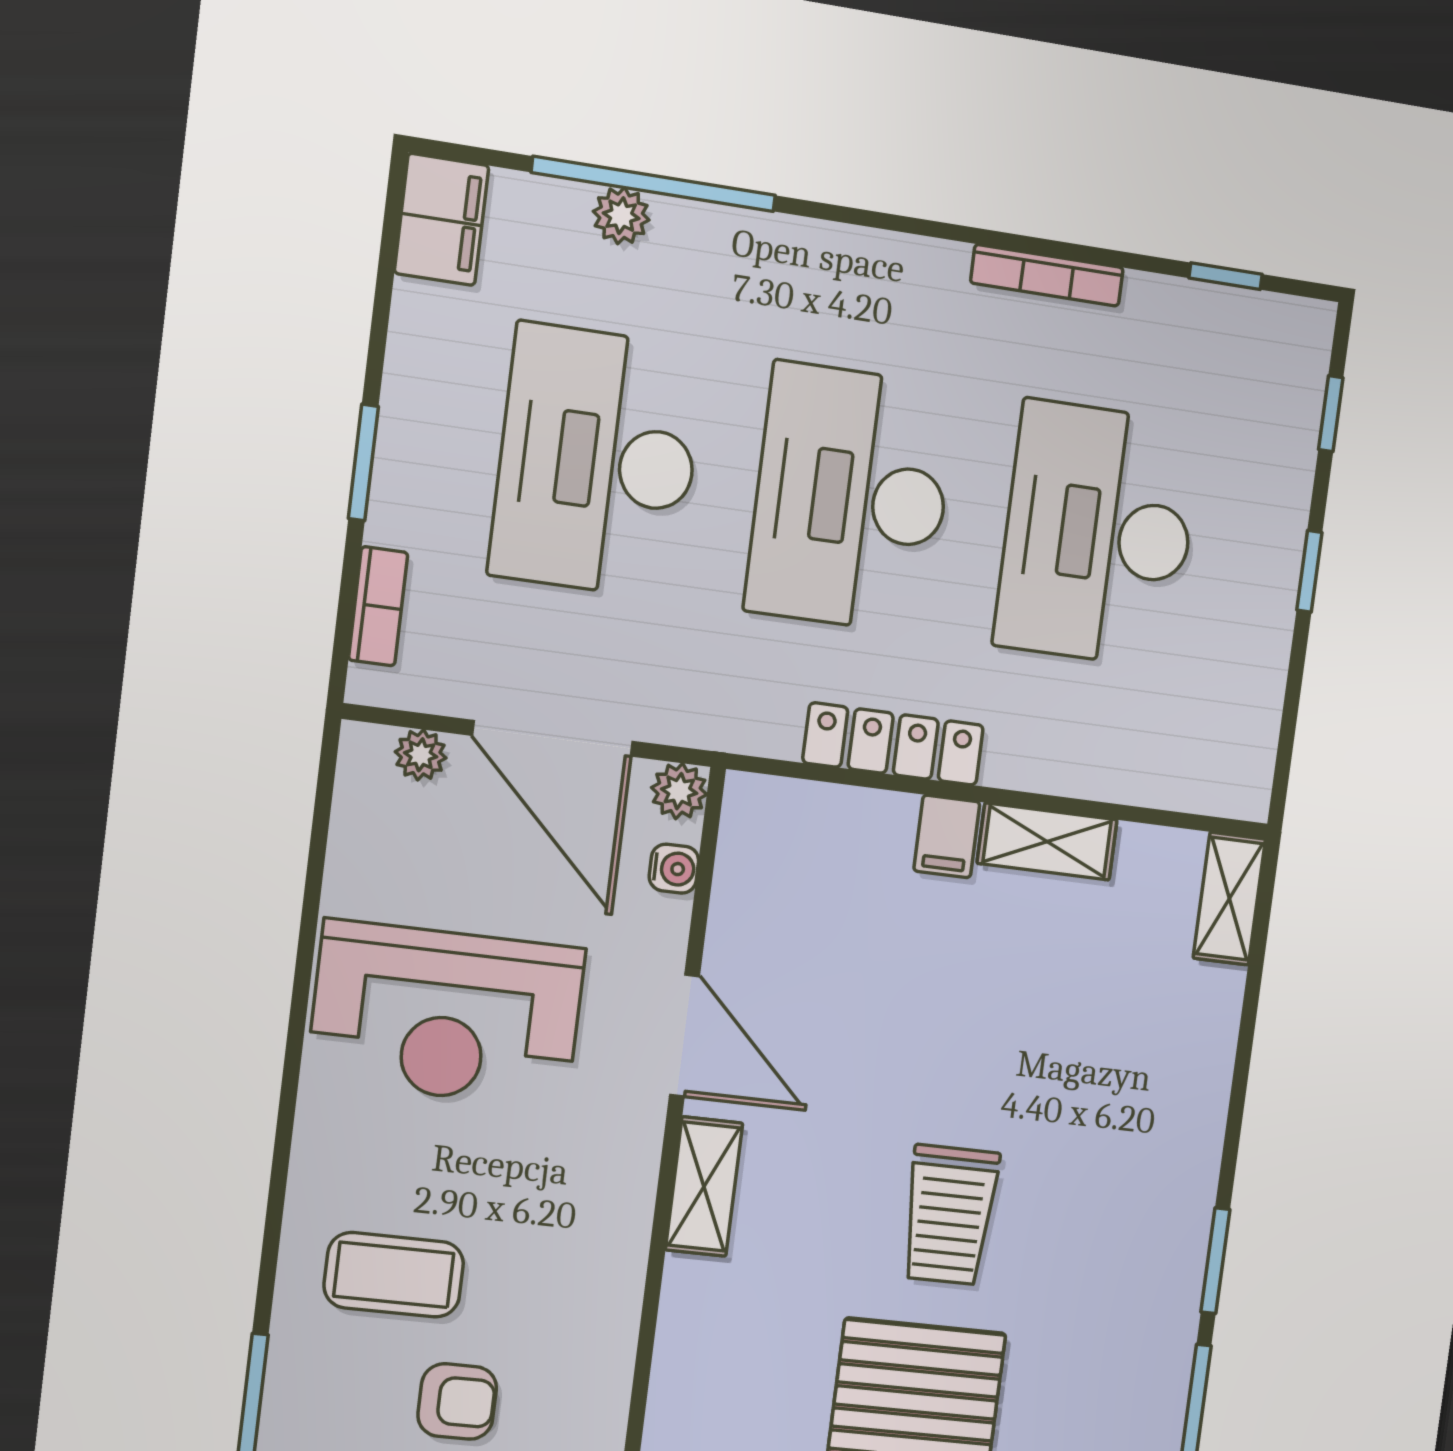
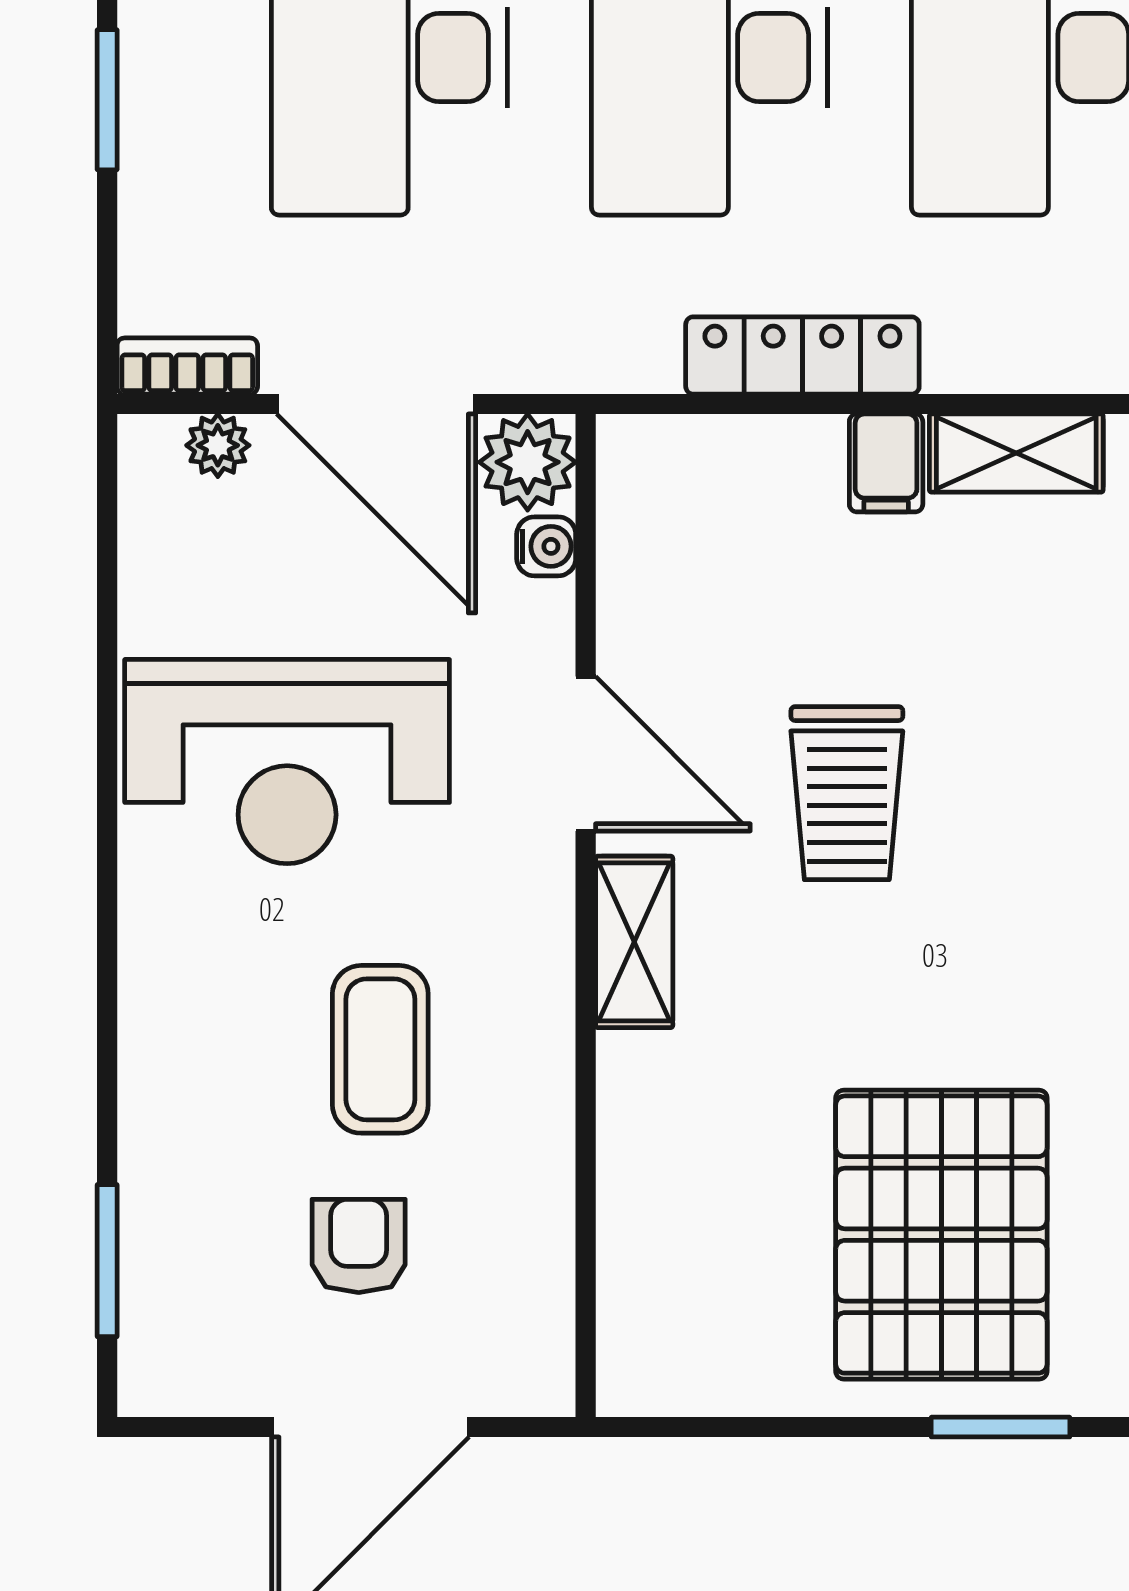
bookcase: (378, 606) -> (187, 366), moved, turned -90
plant: (679, 791) -> (528, 462), width x1.38, depth x1.38
trolley: (949, 1215) -> (847, 793), moved
coffee table: (394, 1275) -> (380, 1049), moved, turned 90
armchair: (457, 1401) -> (359, 1246), turned -90

